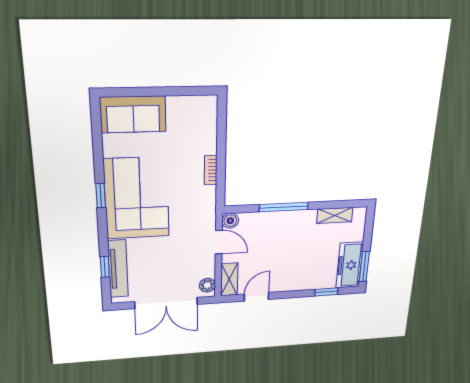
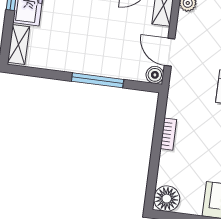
floor lamp: (204, 108) -> (167, 199), added
shelving: (335, 215) -> (19, 45), moved, turned 90

